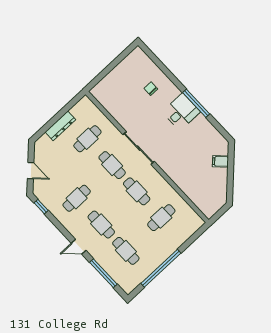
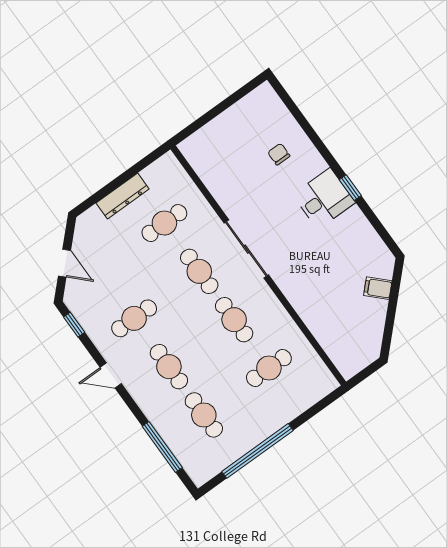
window: (196, 103) -> (350, 188), width x0.46
door: (79, 247) -> (111, 376), moved

